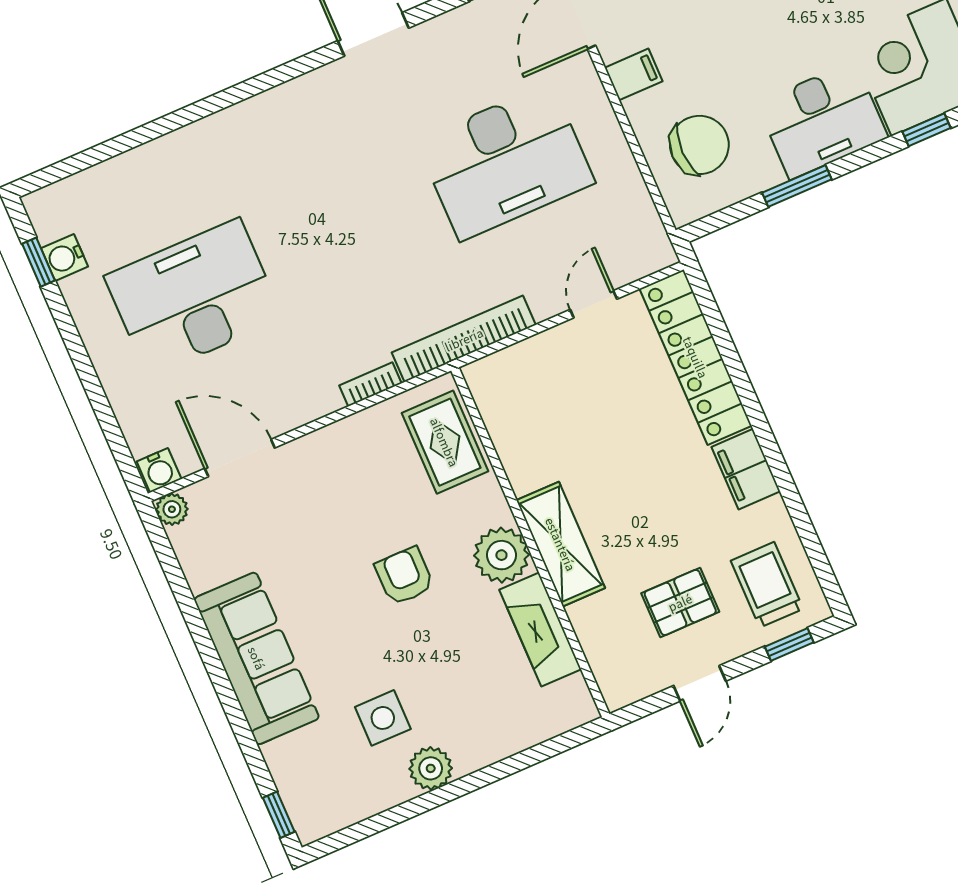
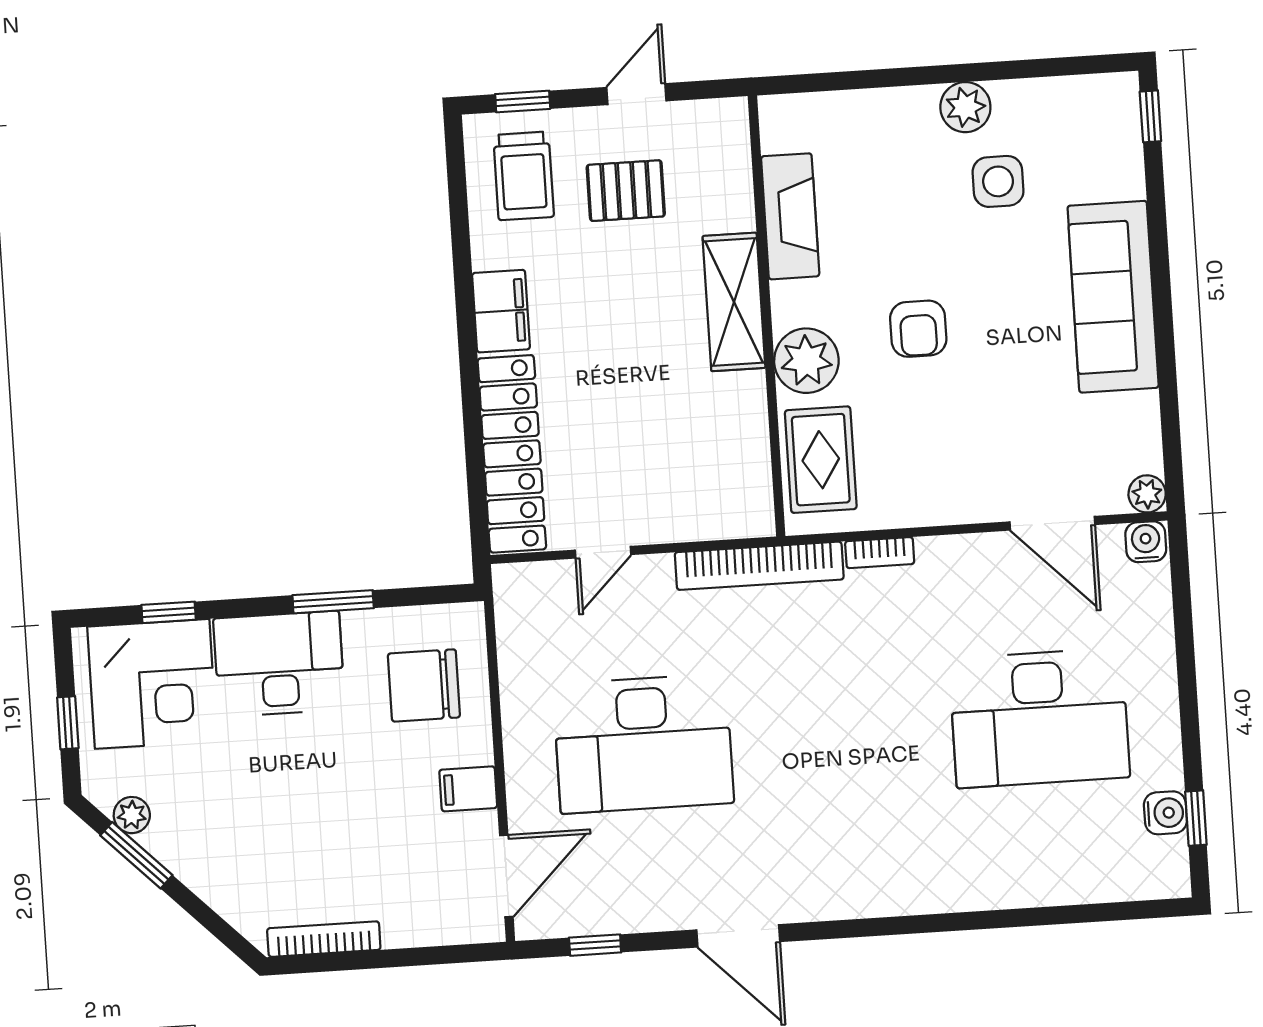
desk: (506, 162) -> (643, 744), turned 180
plant: (501, 555) -> (806, 361), moved

